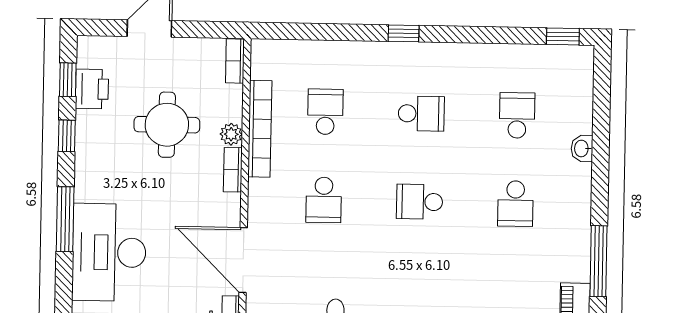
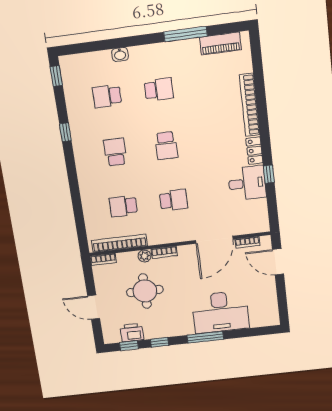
window: (404, 33) -> (65, 132), moved
bookcase: (260, 129) -> (119, 243), moved

